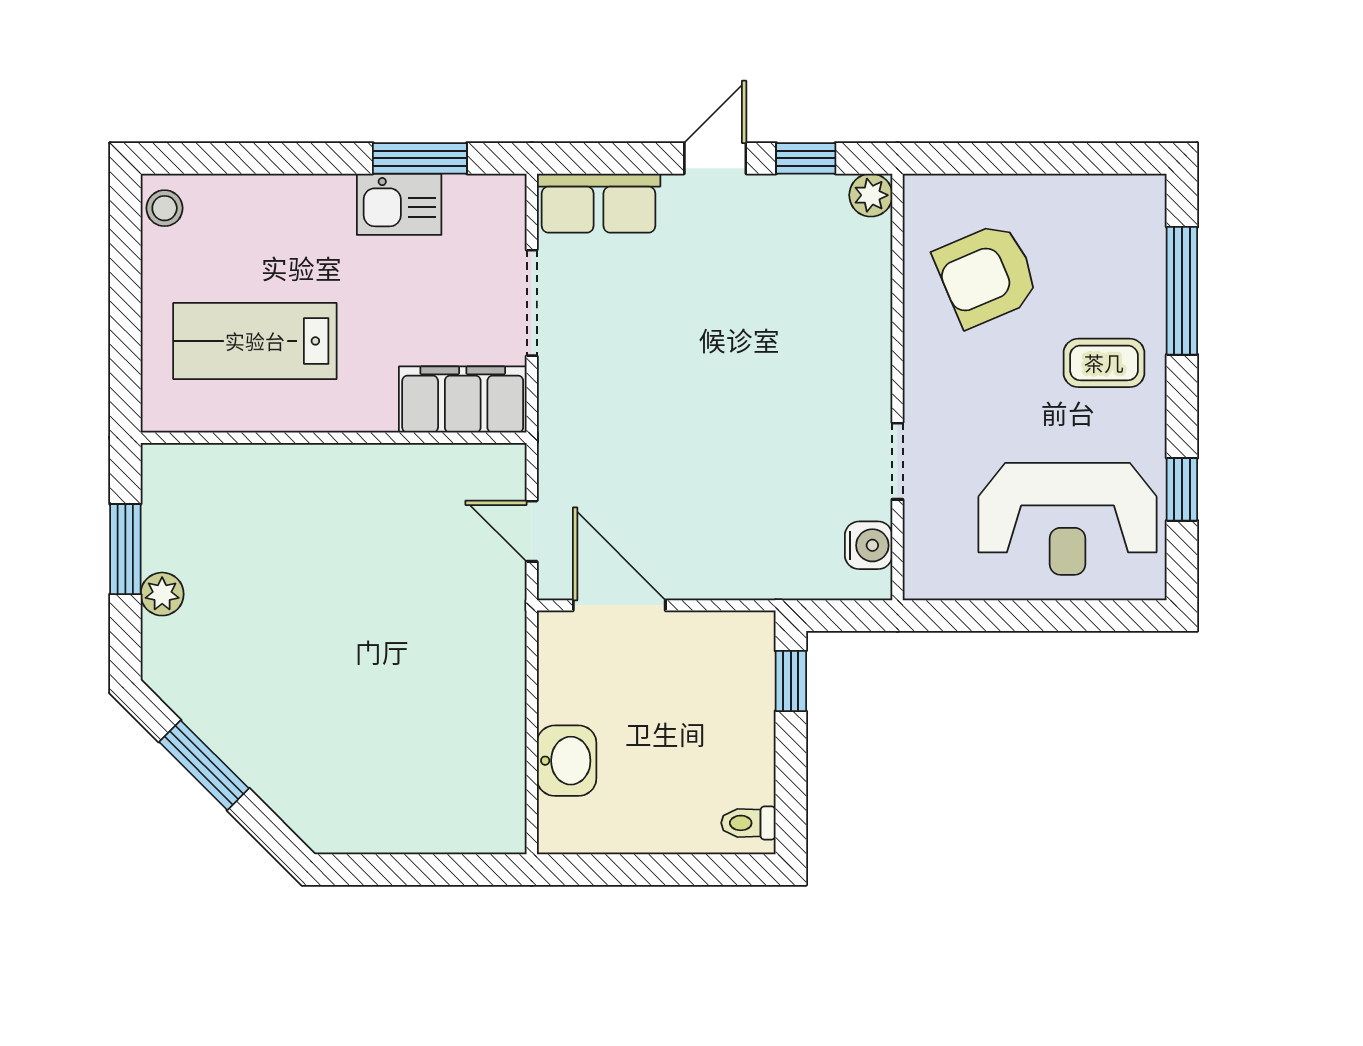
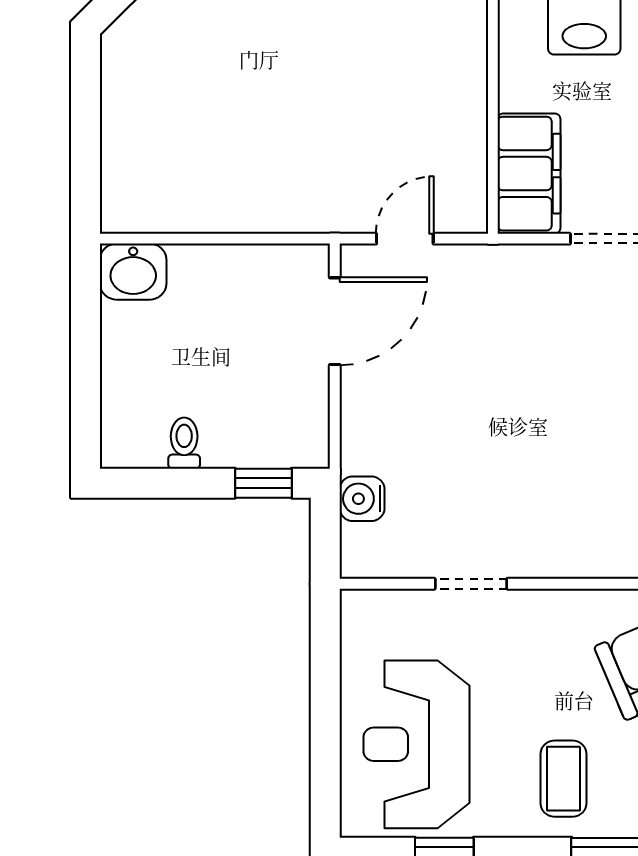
water cooler: (869, 545) -> (362, 499), moved, turned 90
washbasin: (567, 761) -> (133, 272), moved
toilet: (748, 823) -> (184, 443), moved

